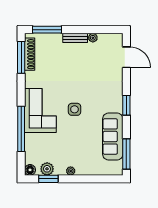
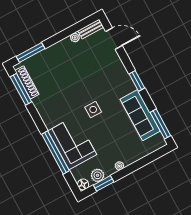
bench: (75, 38) -> (91, 29), moved
corner sofa: (40, 111) -> (72, 143), moved

